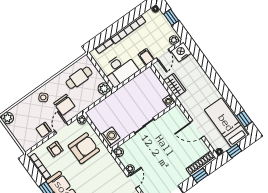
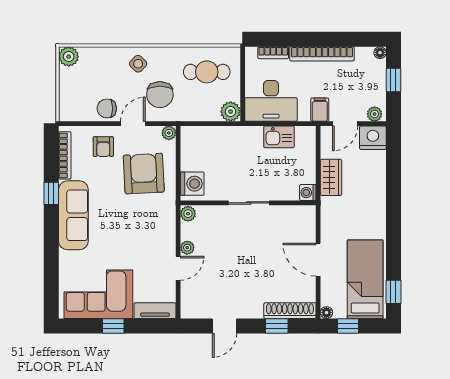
kitchen sink: (136, 84) -> (279, 137), added
armchair: (84, 148) -> (144, 174), turned -93

